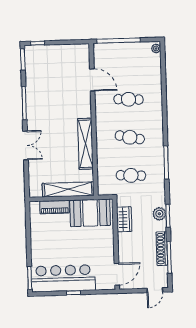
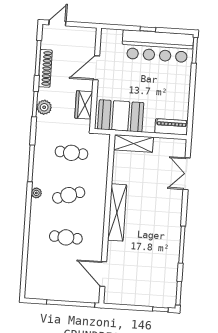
plant: (156, 48) -> (36, 193), moved
door: (92, 80) -> (103, 274), moved
cafe table: (130, 137) -> (69, 195), turned -30
shelving: (85, 144) -> (117, 212), moved
double door: (25, 145) -> (187, 174), moved
shelving: (68, 189) -> (134, 143), width x0.68
piano: (54, 207) -> (171, 127), moved
door: (117, 274) -> (96, 68), moved

